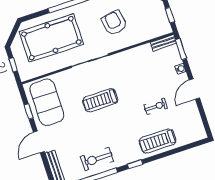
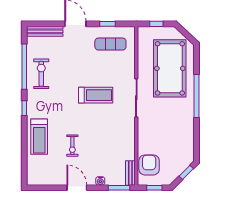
armchair: (114, 23) -> (149, 165), moved, turned -81
treadmill: (100, 100) -> (96, 95), turned 90
exercise mat: (47, 102) -> (110, 44), width x0.50, depth x0.69
treadmill: (158, 141) -> (39, 137), turned 180

